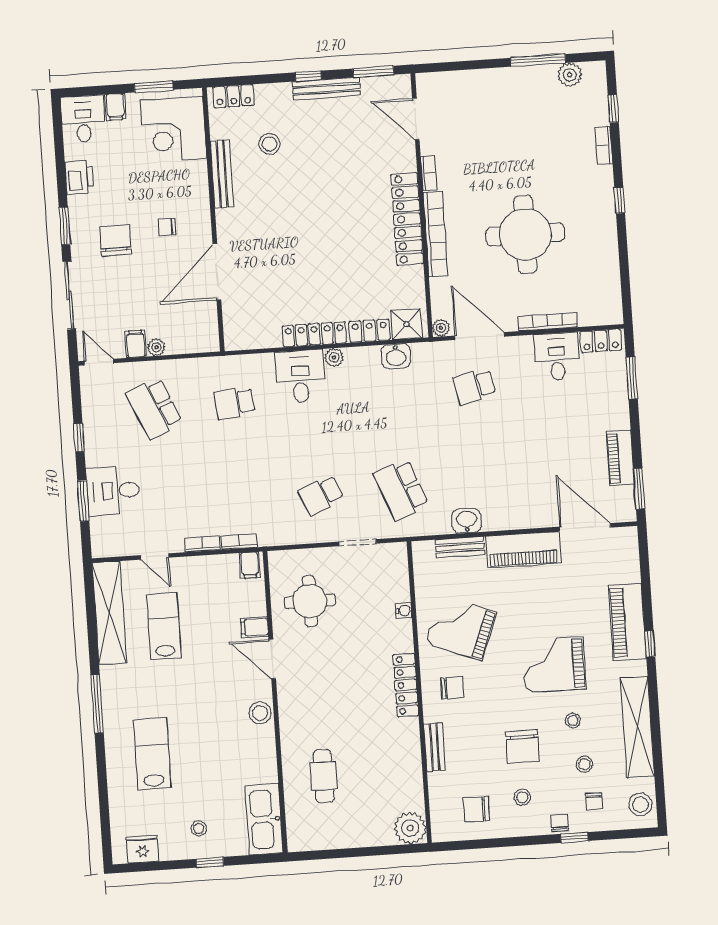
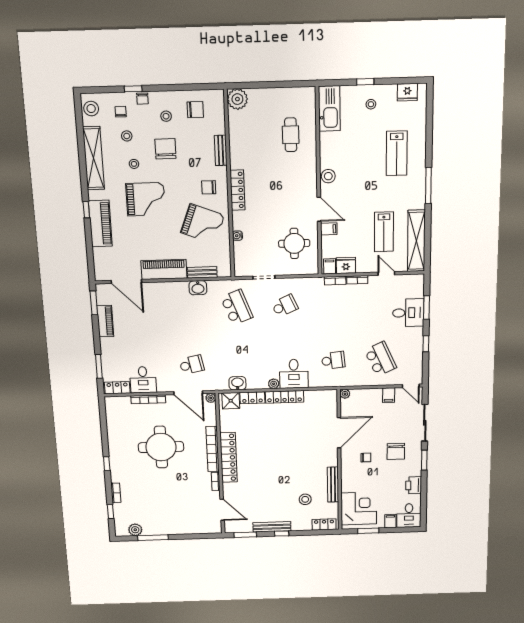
plant: (156, 347) -> (345, 394), moved
fridge: (223, 568) -> (346, 265), added

